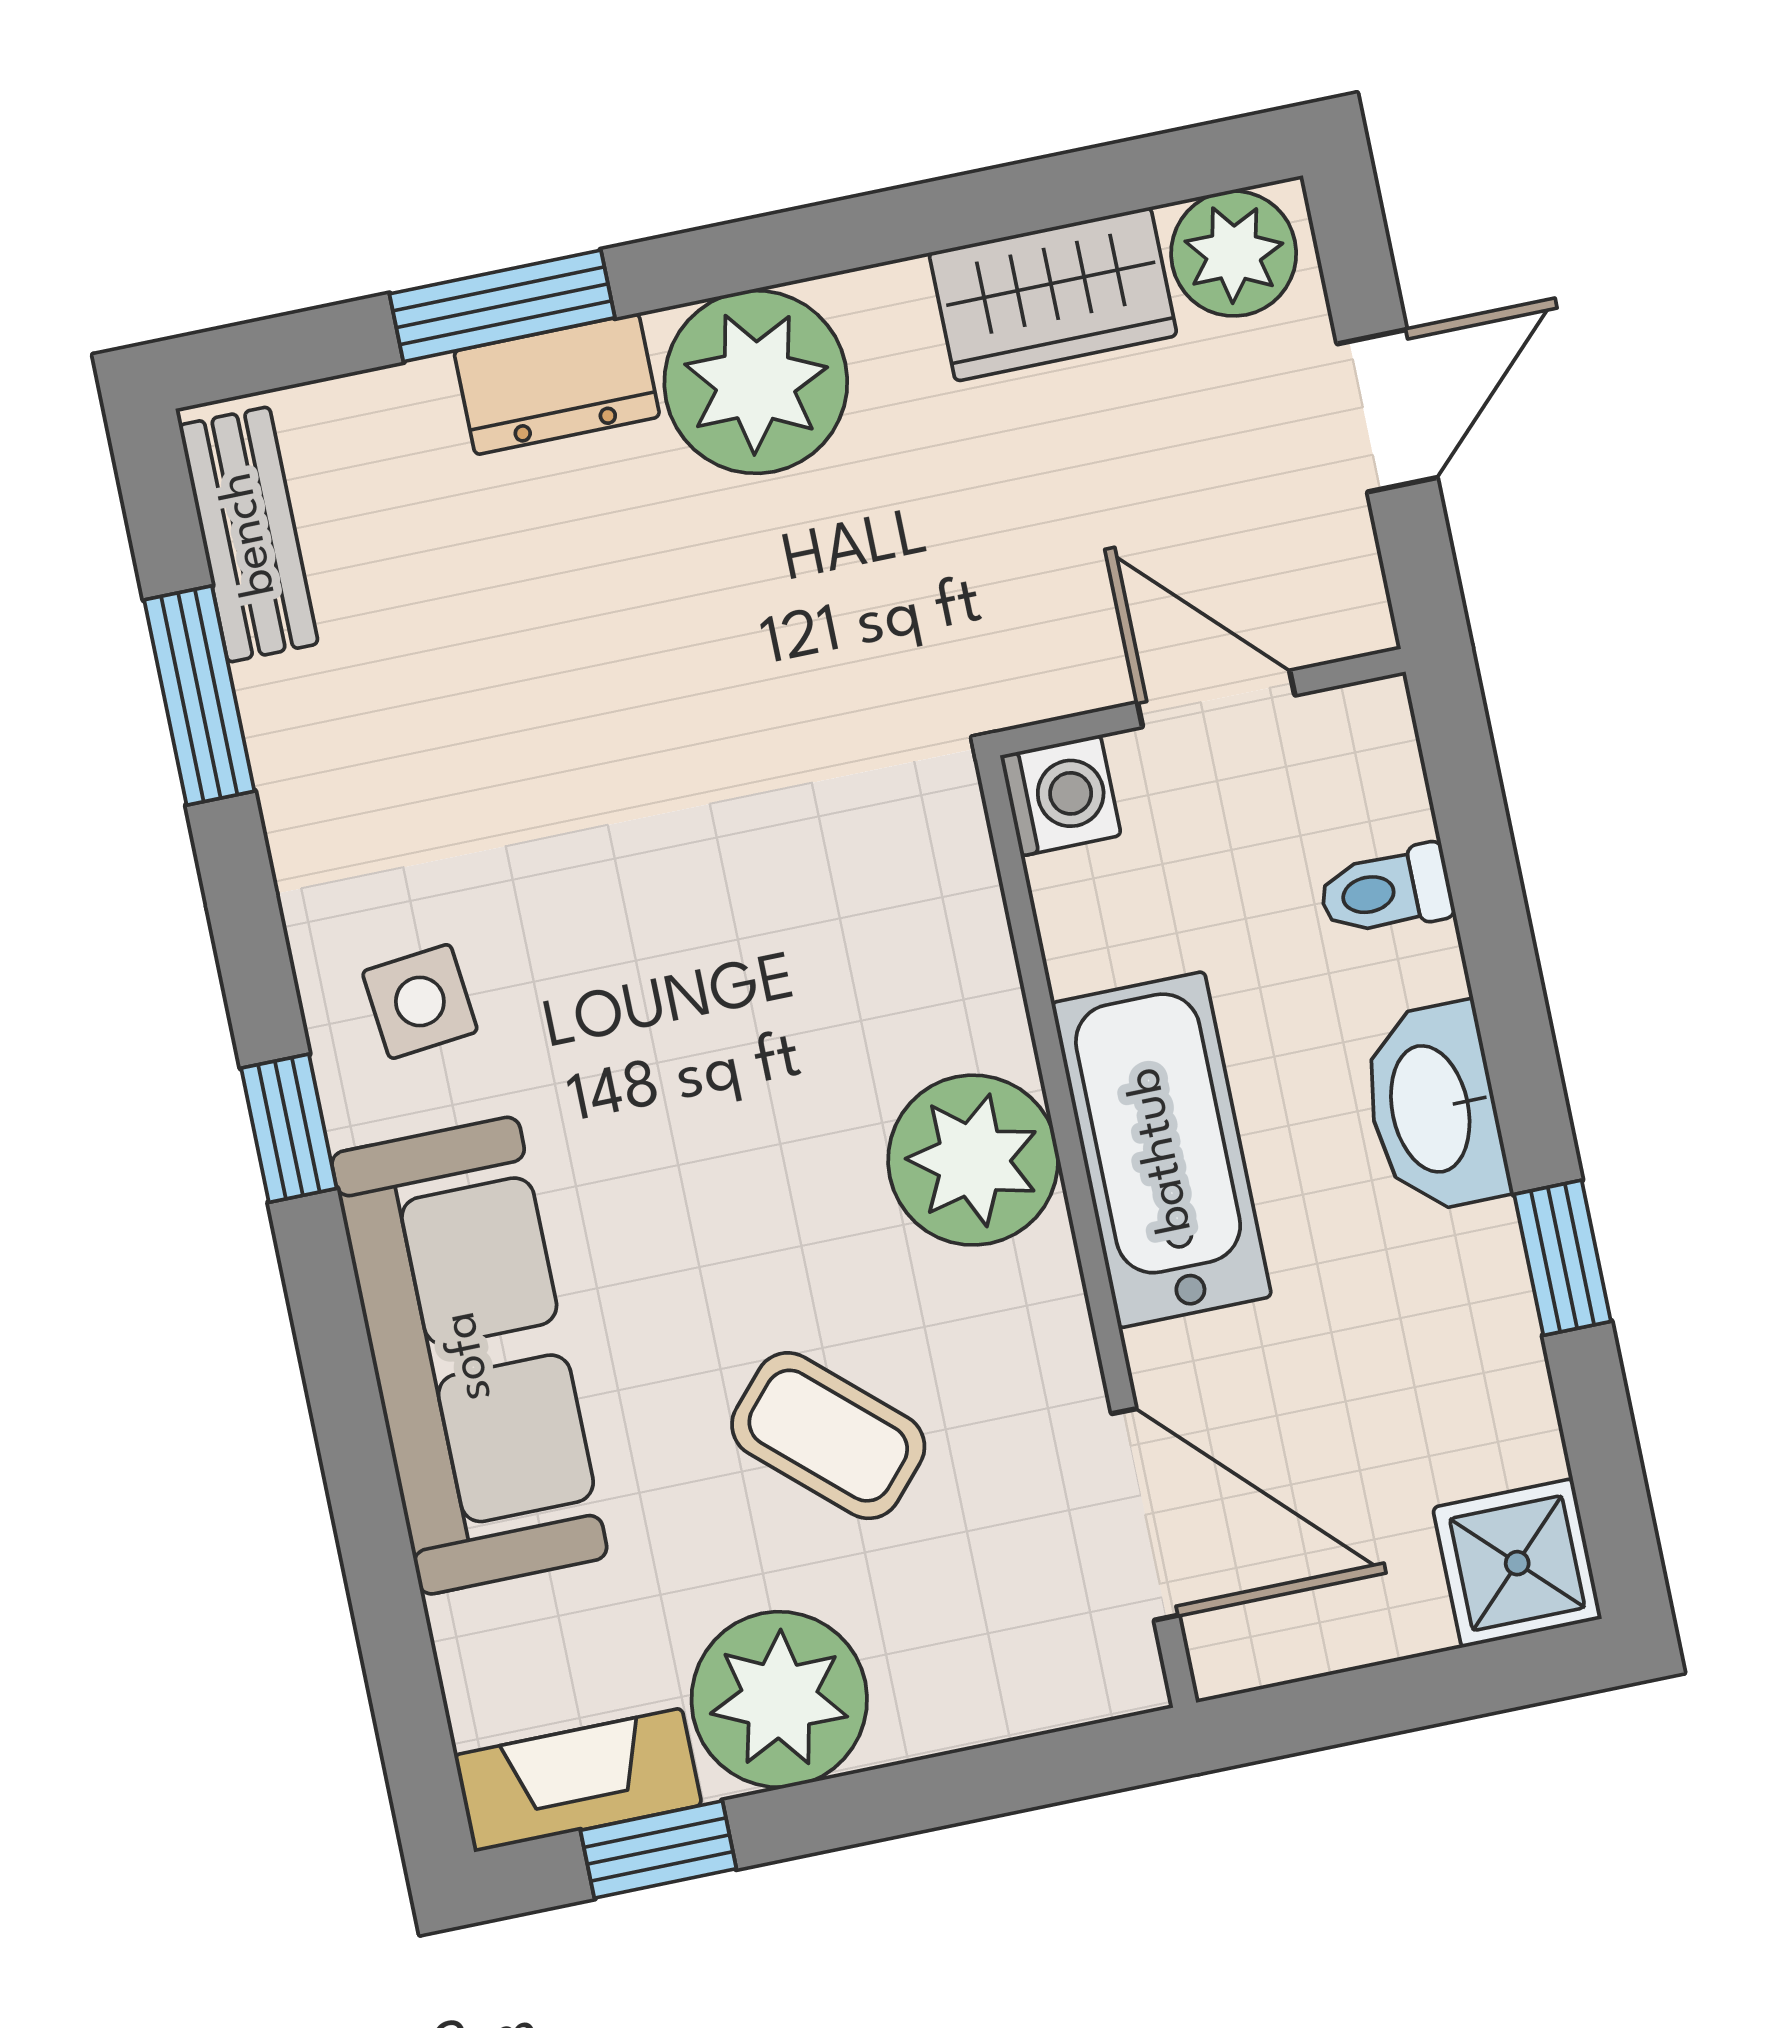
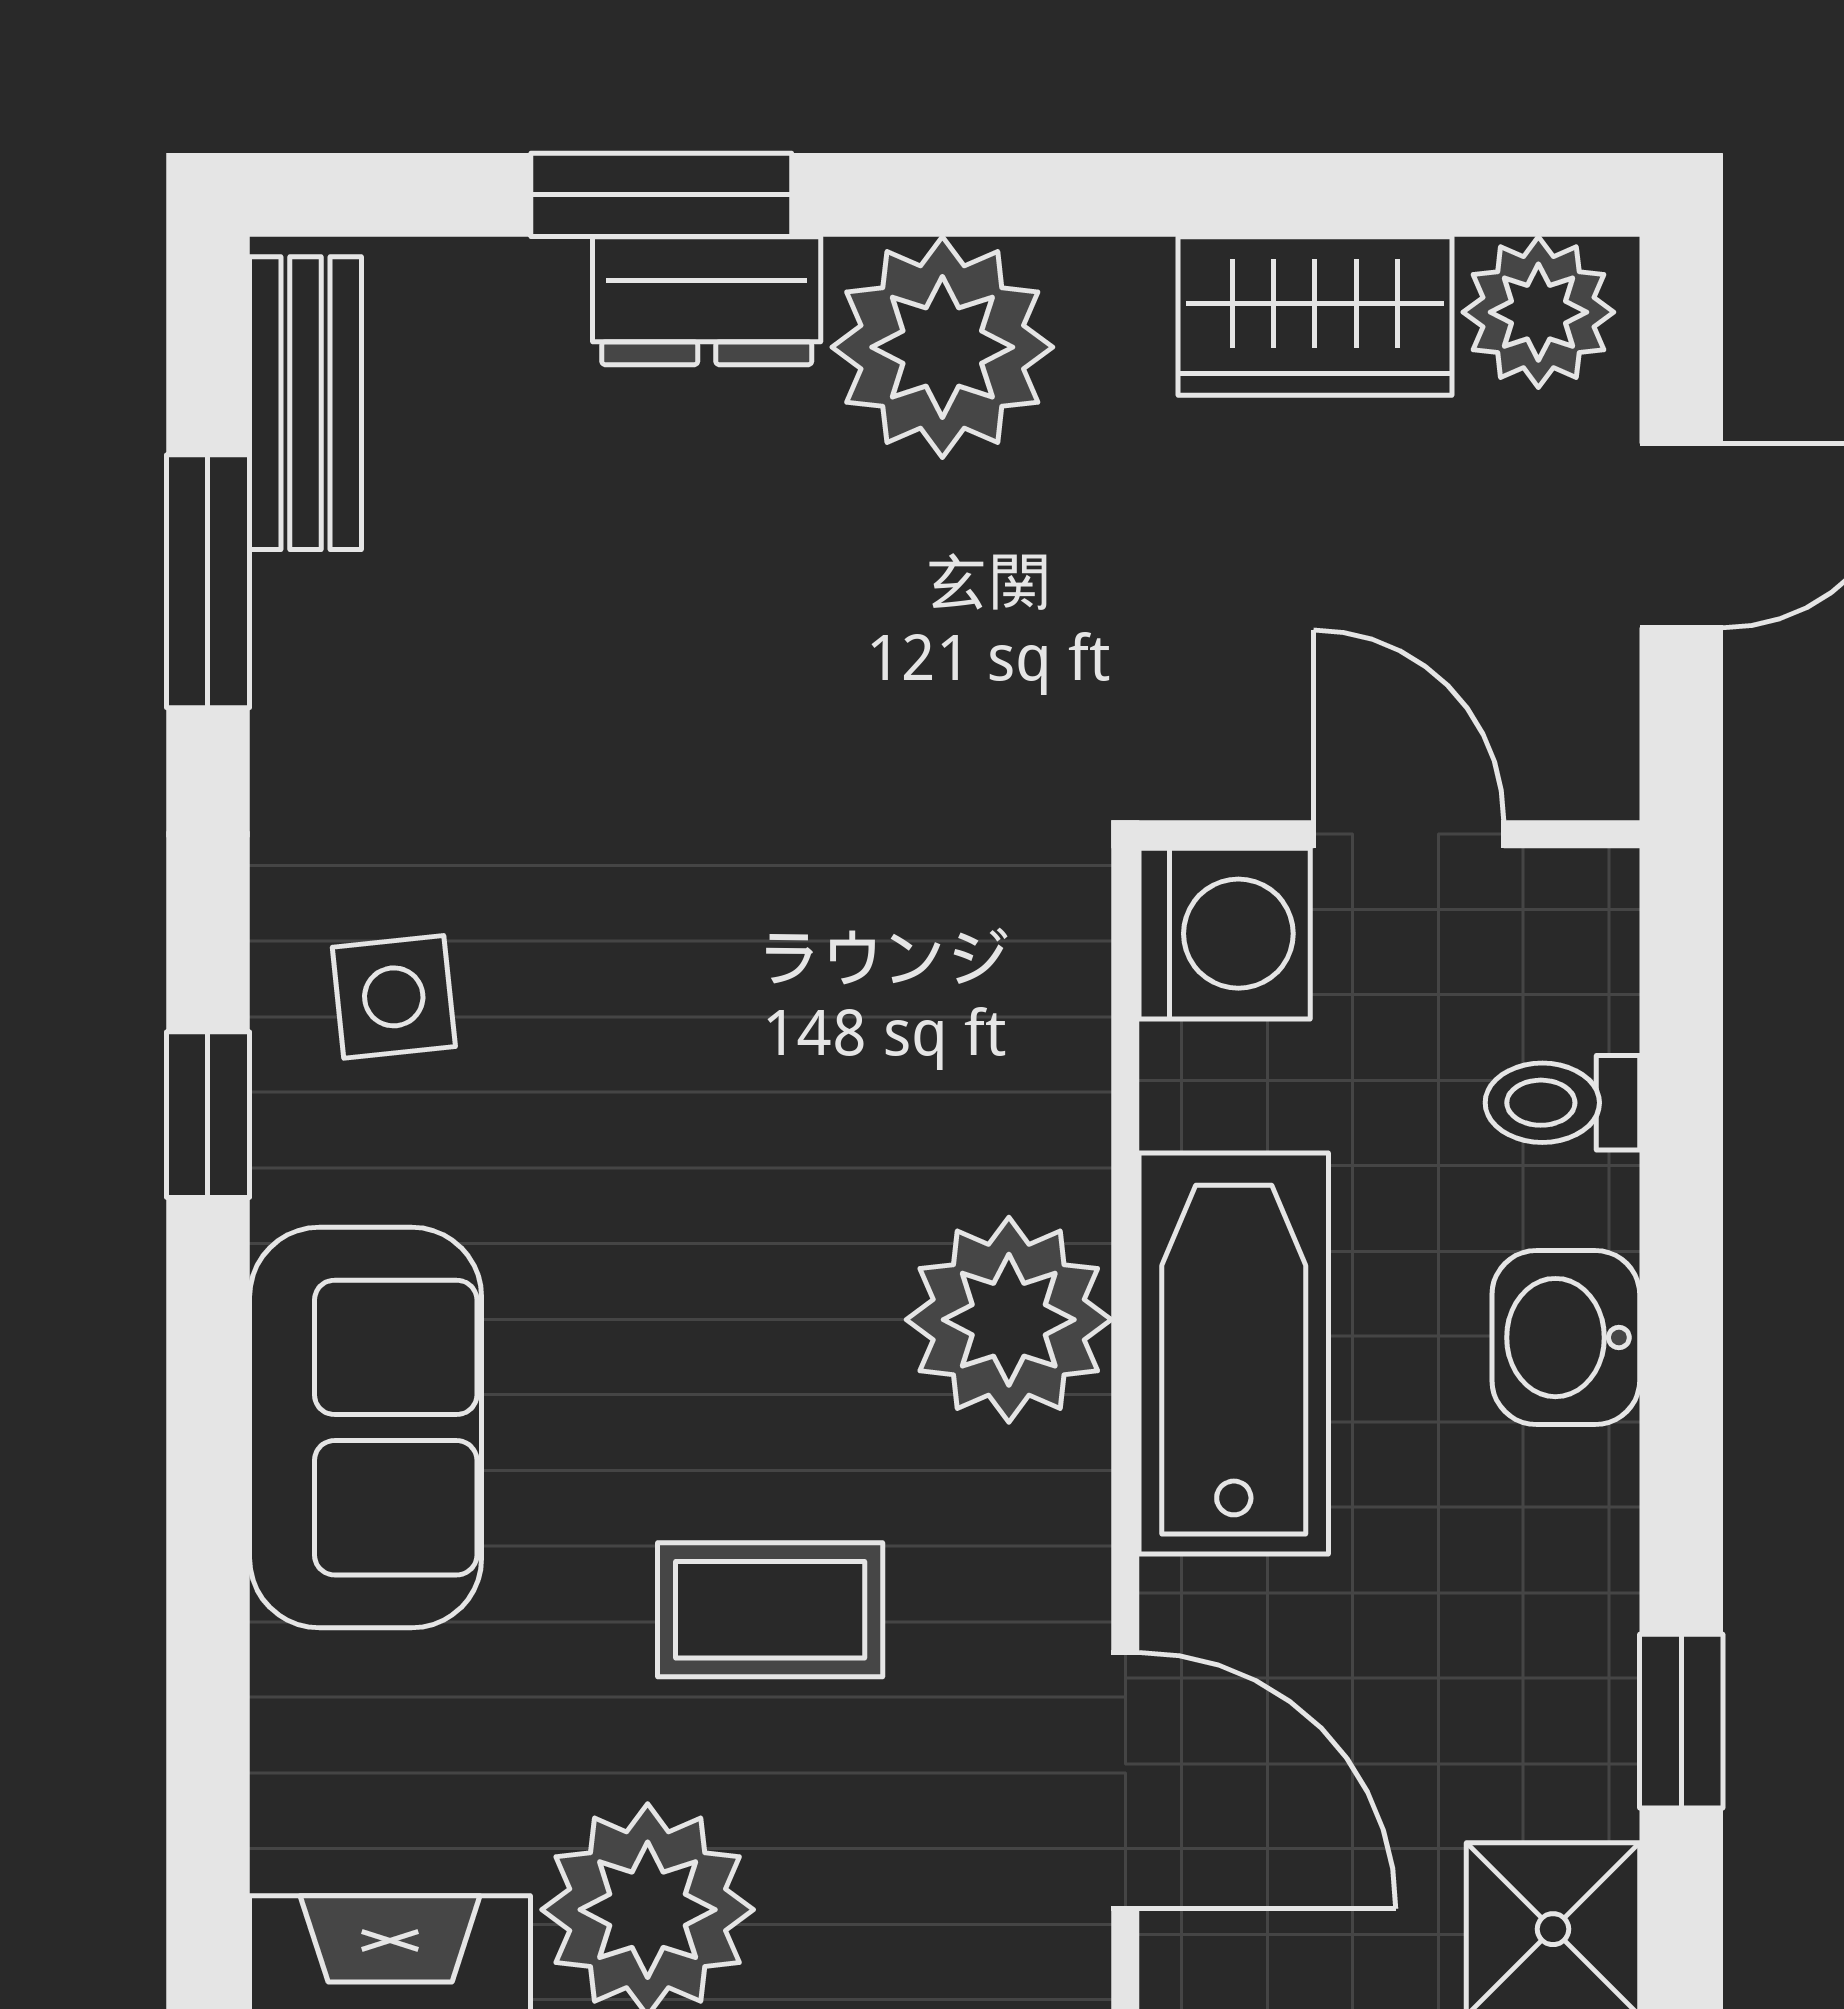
washing machine: (1061, 795) -> (1225, 934), width x1.38, depth x1.38
washbasin: (1434, 1108) -> (1566, 1338), width x0.72
window: (1563, 1258) -> (1681, 1721), moved
sofa: (469, 1356) -> (366, 1428), width x0.73
coffee table: (828, 1436) -> (770, 1610), turned -42

